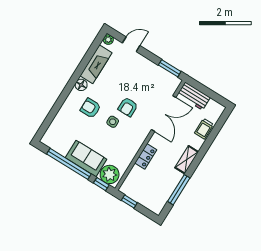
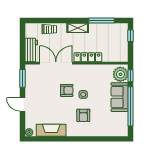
door: (131, 44) -> (23, 104), moved
floor lamp: (81, 85) -> (71, 132), removed
locker: (146, 156) -> (88, 57), width x1.53
window: (129, 202) -> (131, 36), moved

